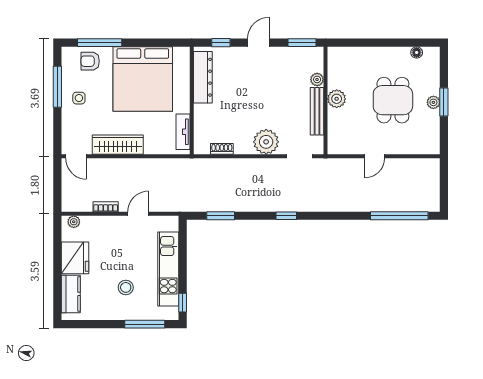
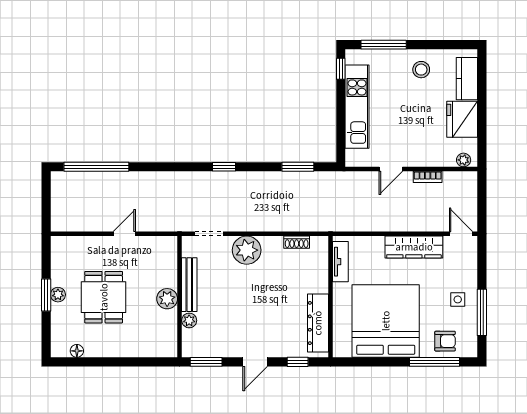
stool: (126, 287) -> (421, 70), moved

